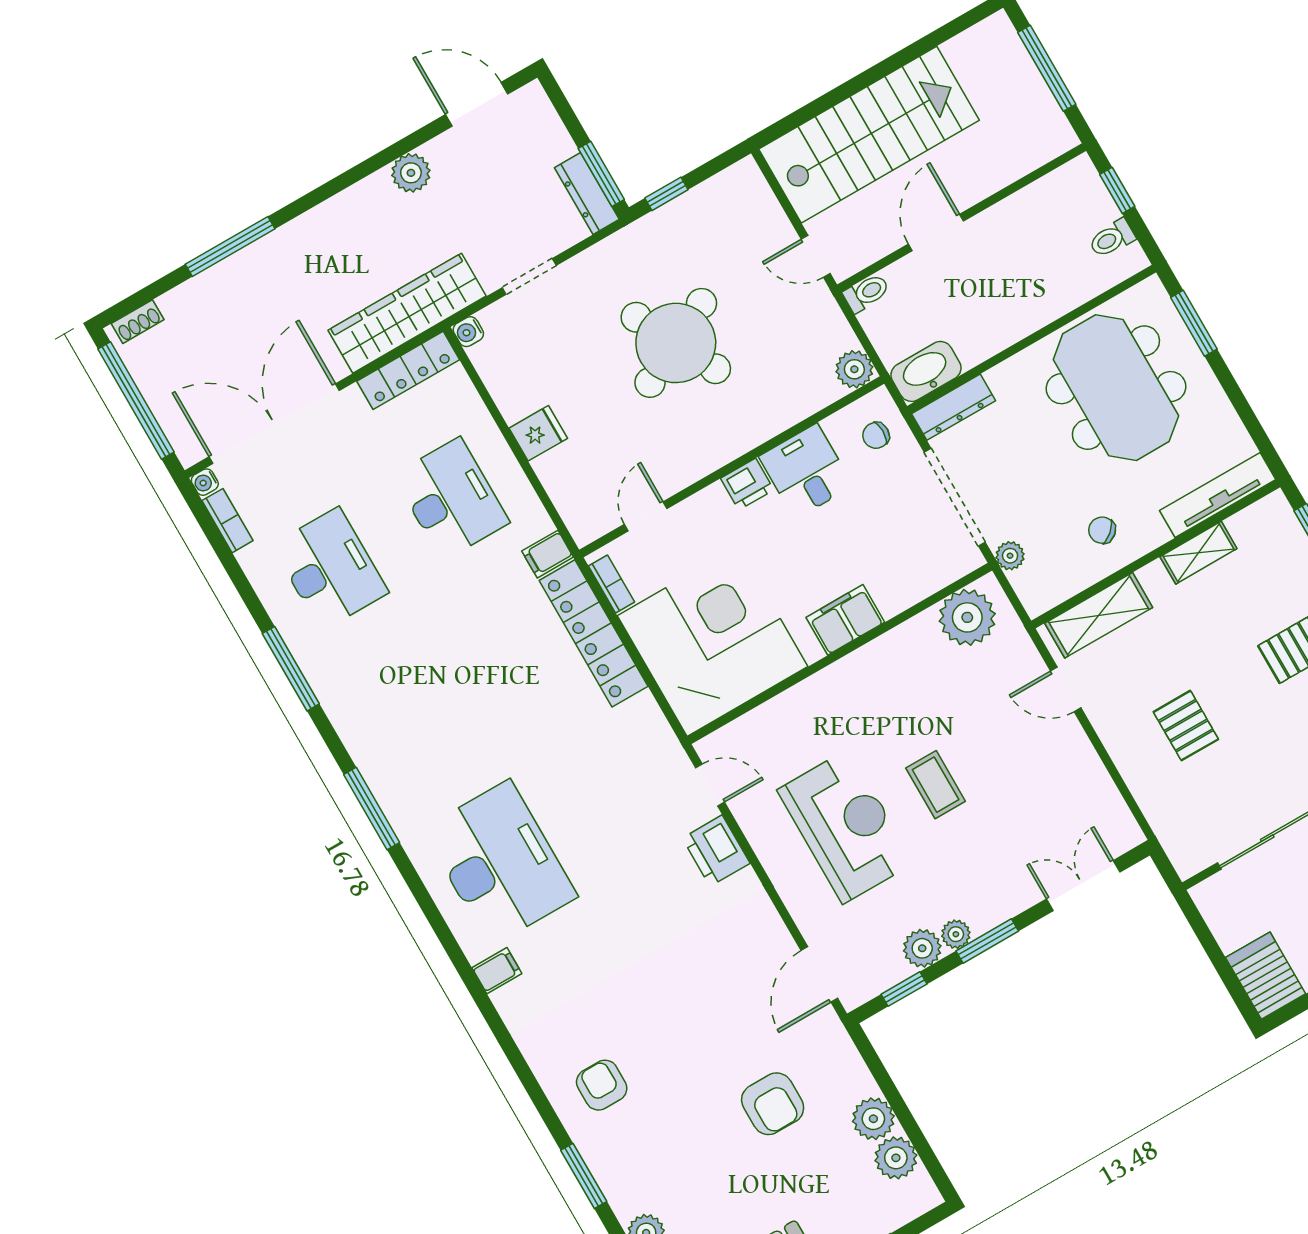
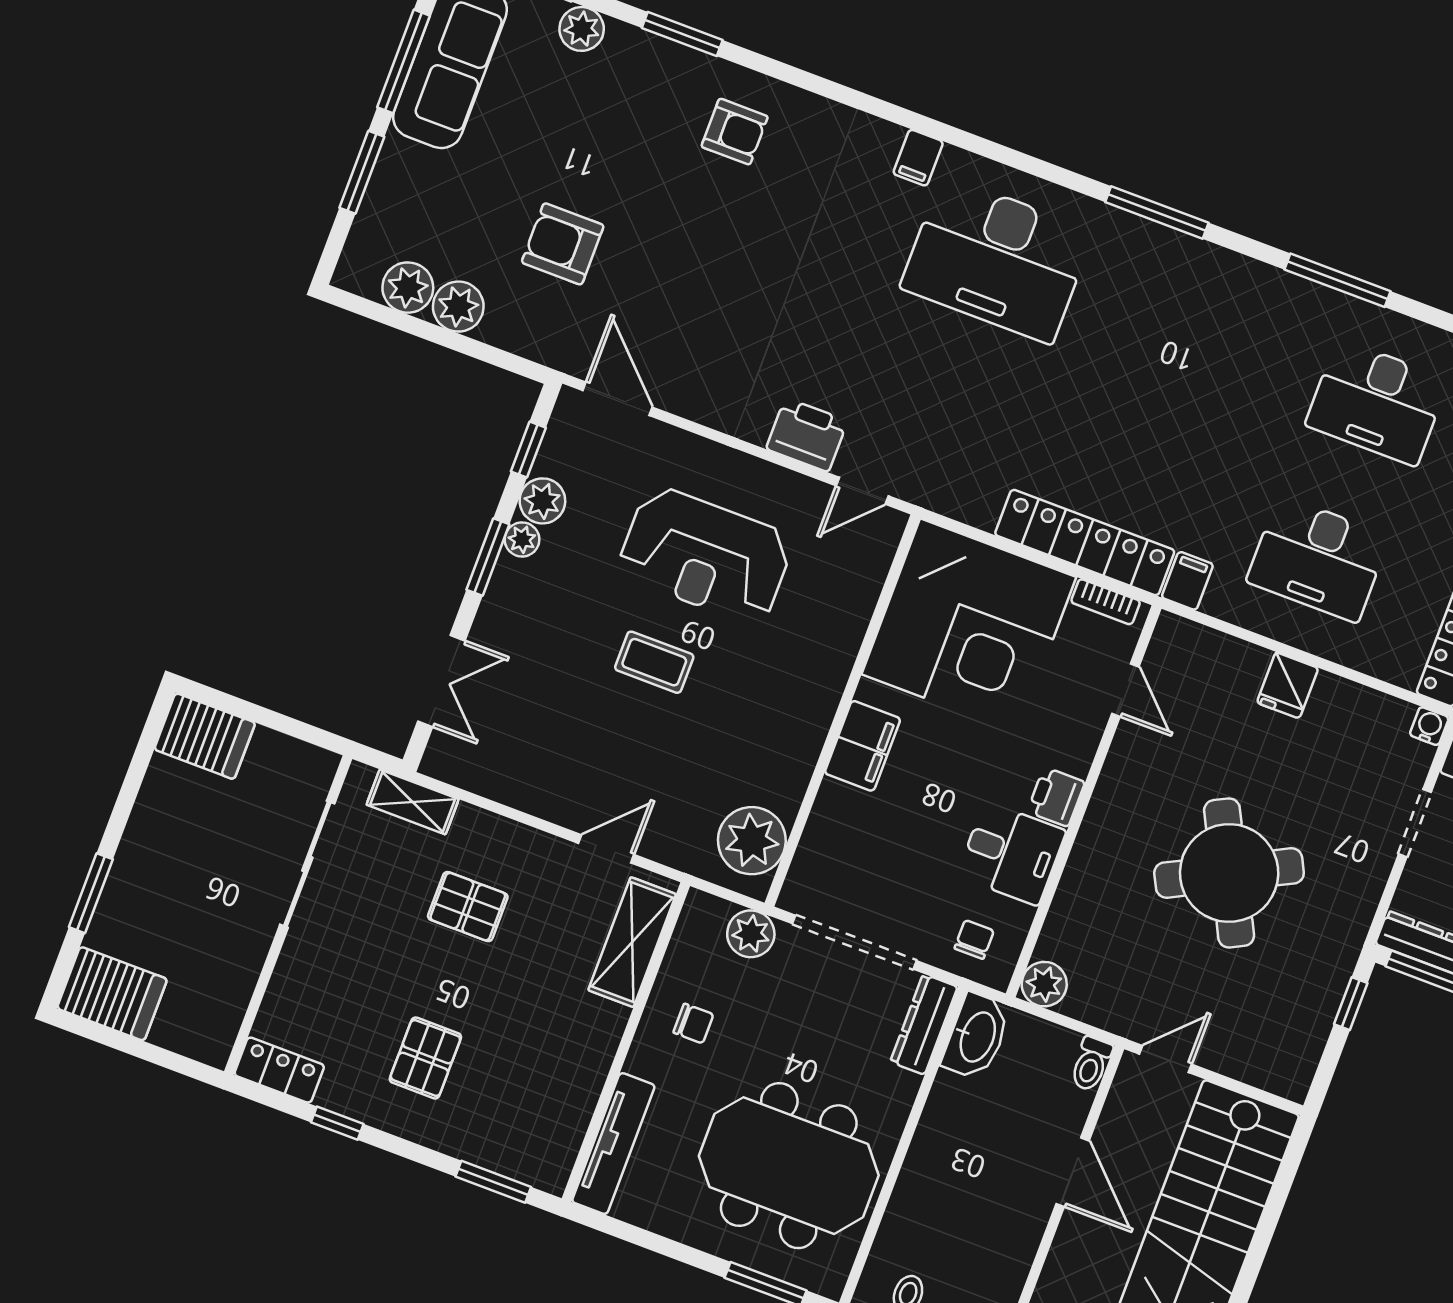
chair: (1102, 530) -> (693, 1023), turned 41
shelving: (1198, 553) -> (413, 802), moved, turned 90
plant: (1010, 556) -> (751, 934), width x1.38, depth x1.38

